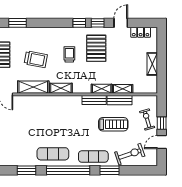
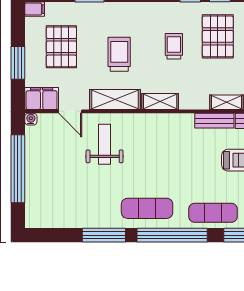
trolley: (36, 59) -> (119, 54), turned -101
weight bench: (27, 115) -> (105, 144), added
window: (26, 170) -> (104, 235), width x1.44

